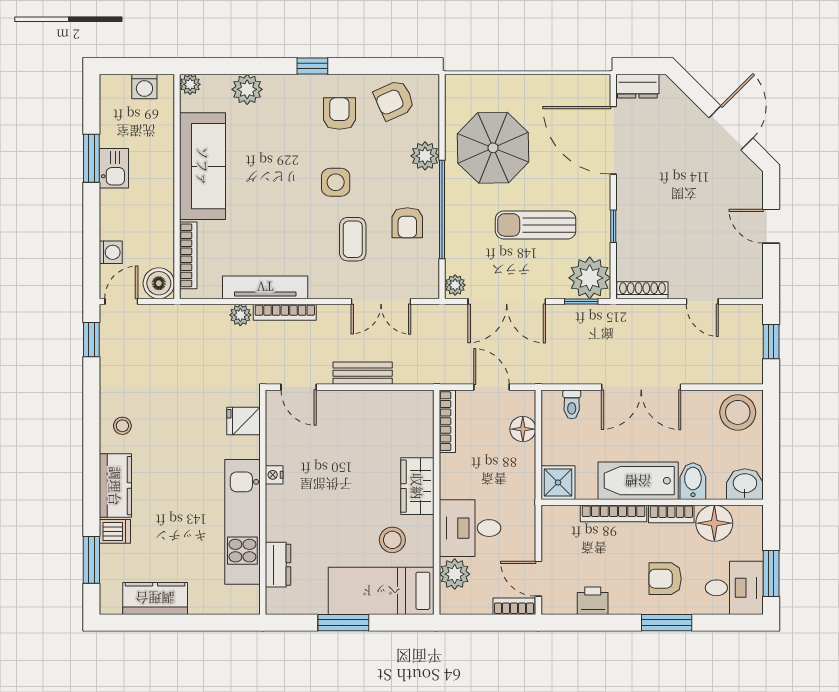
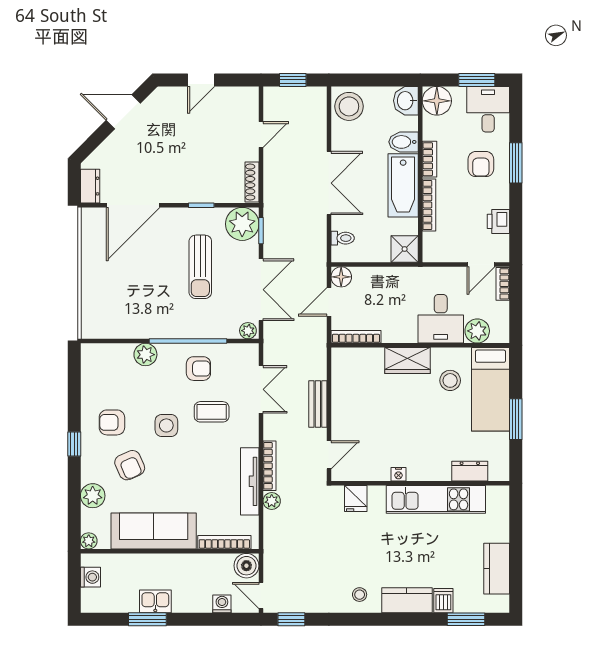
armchair: (394, 100) -> (130, 465), moved
parasol: (493, 148) -> (139, 301), removed
floor lamp: (523, 429) -> (341, 277), moved
floor lamp: (714, 523) -> (437, 101), moved

